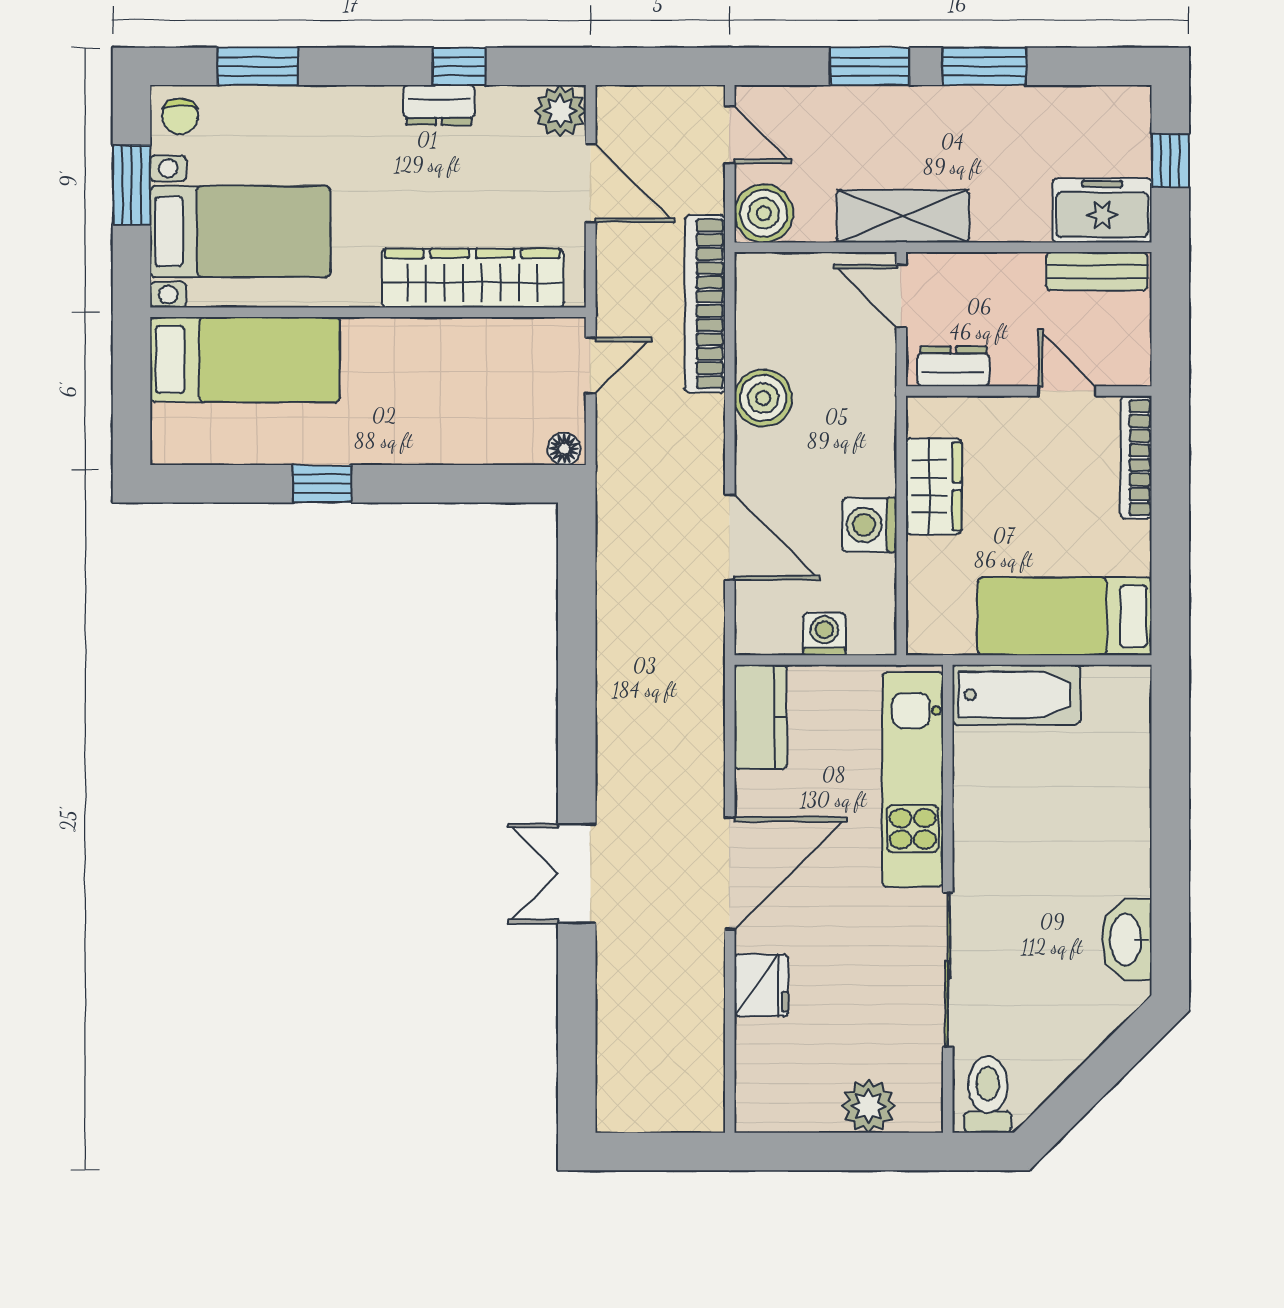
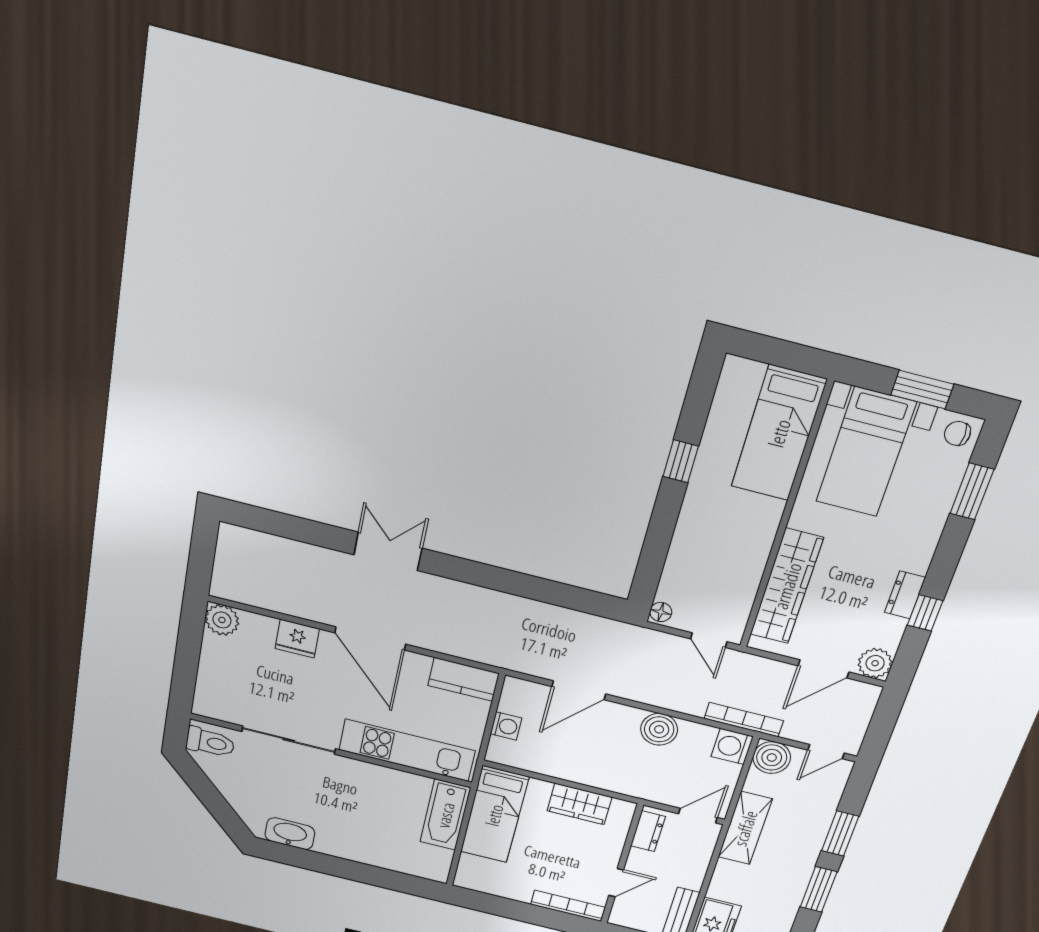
bookcase: (705, 304) -> (744, 720), width x0.68, depth x0.76
washing machine: (870, 525) -> (732, 746), moved, turned -90
bed: (1065, 616) -> (494, 815), moved, turned 180
plant: (868, 1106) -> (222, 620), moved

